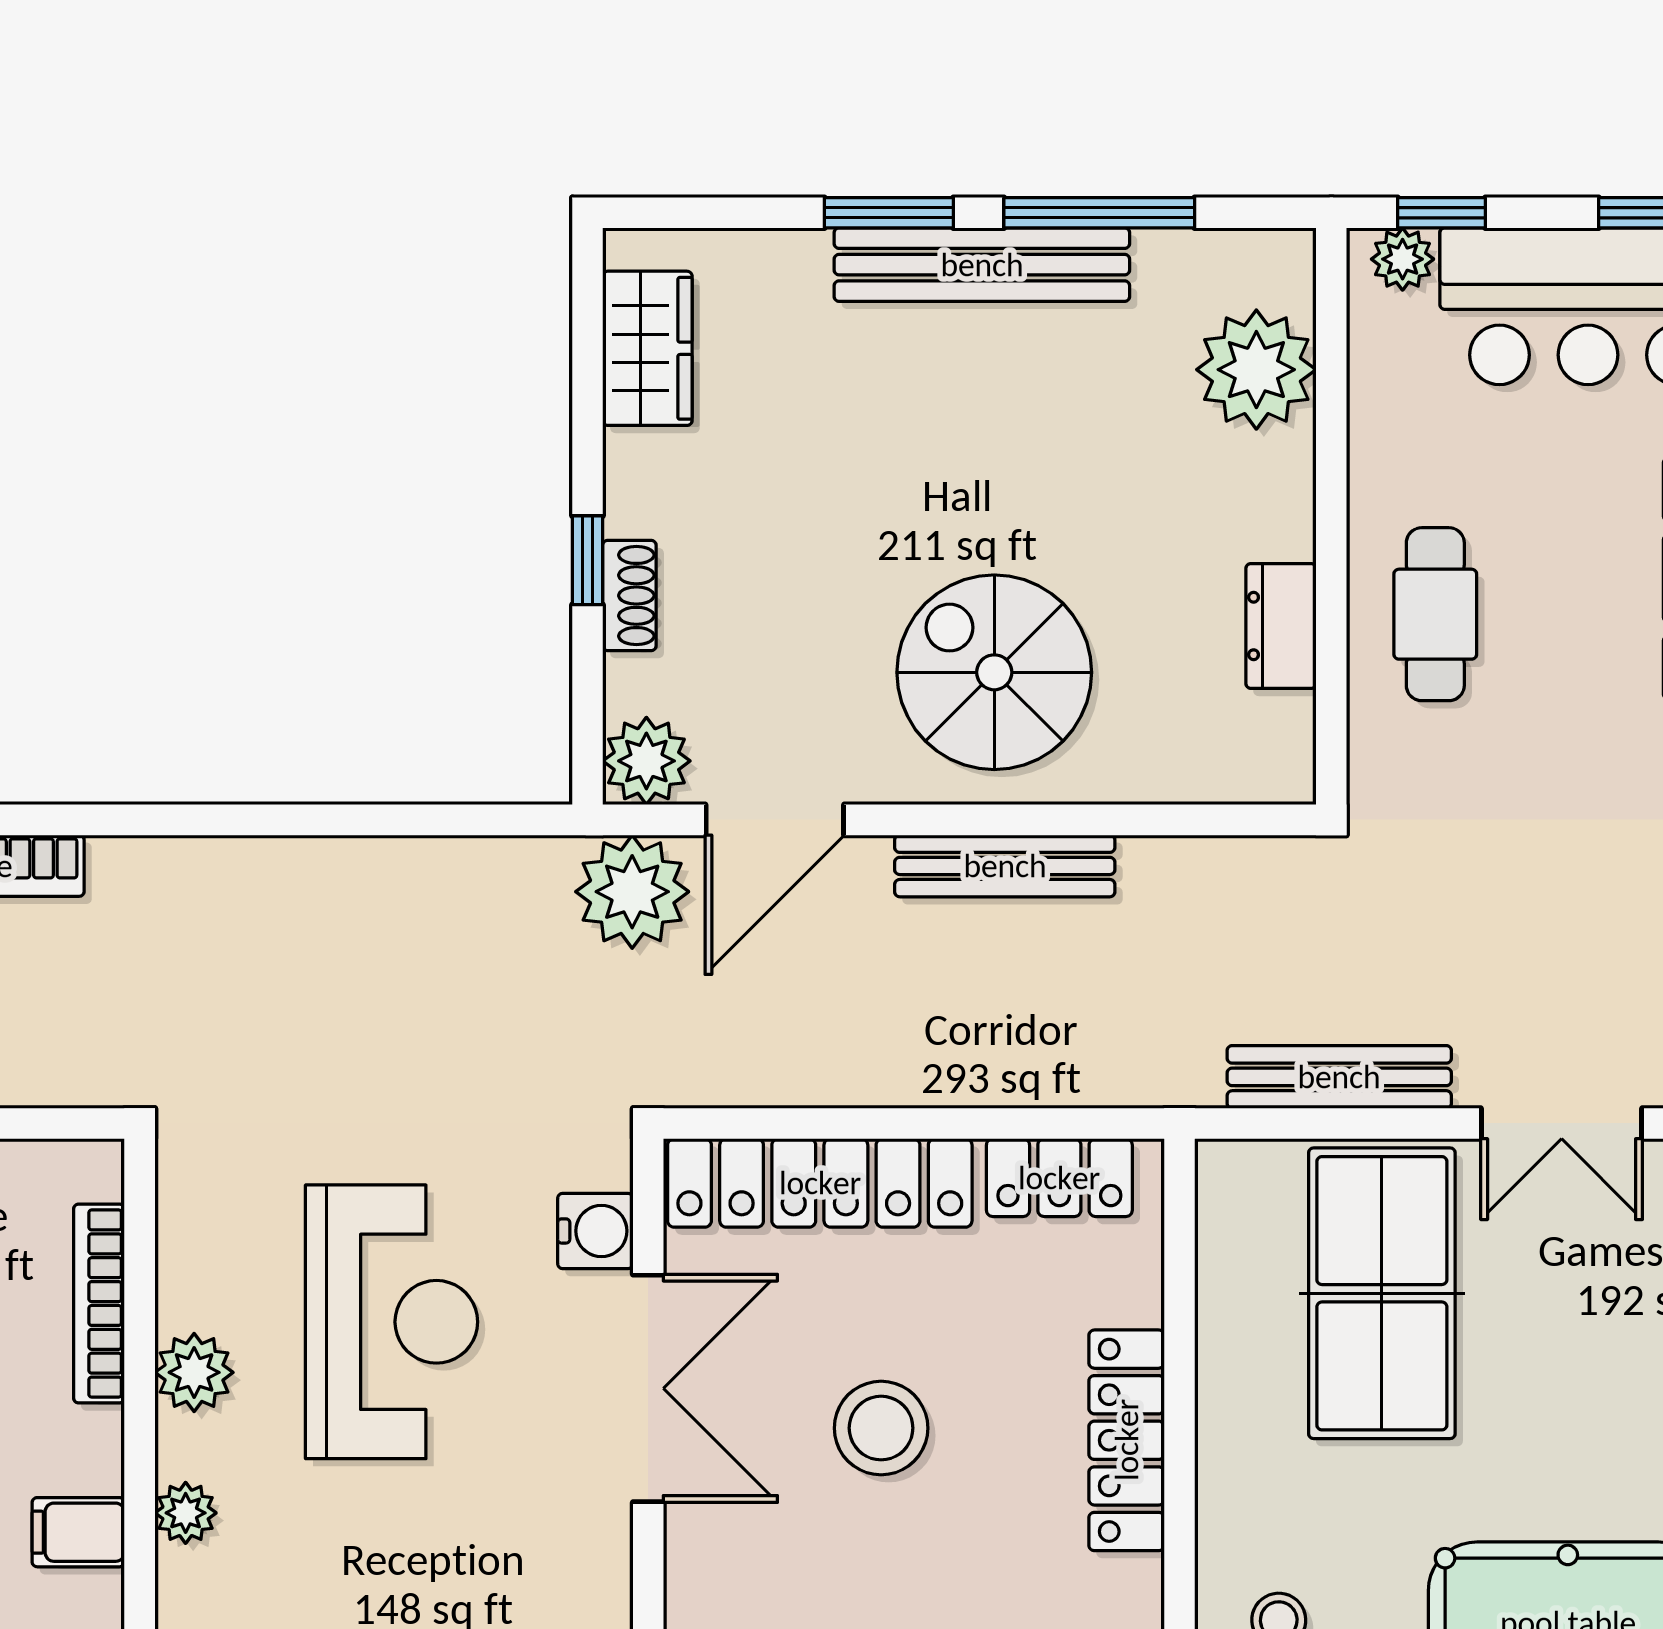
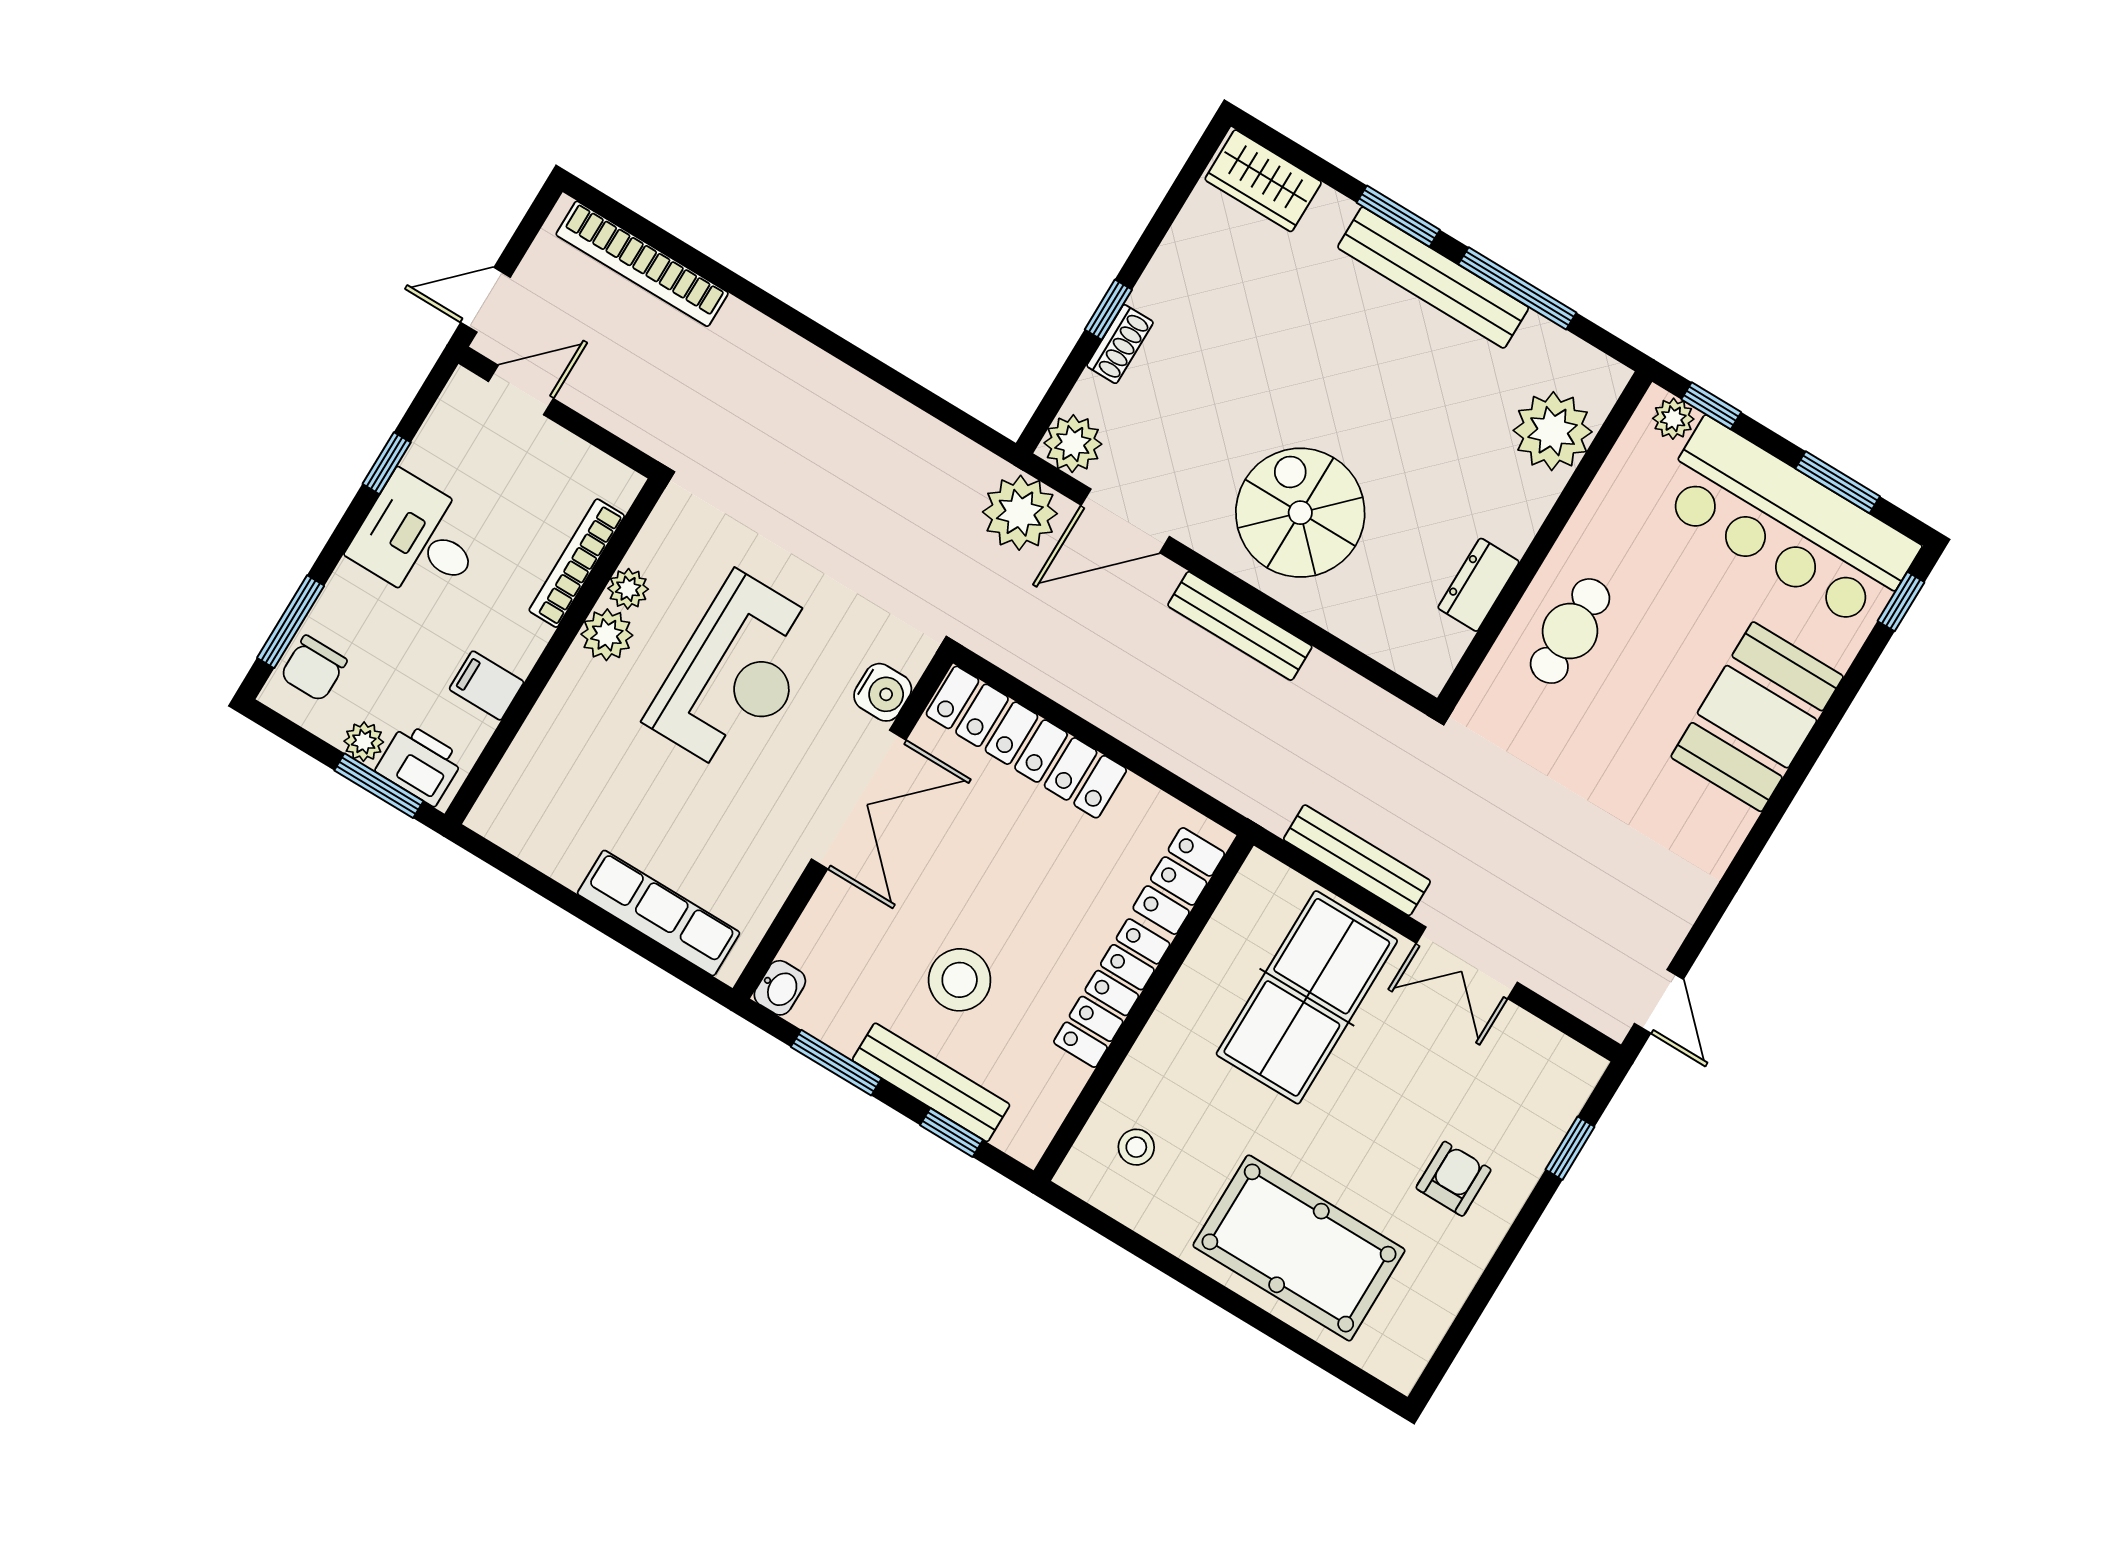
wardrobe: (647, 348) -> (1263, 181), moved, turned 90
locker: (1059, 1178) -> (1179, 881), moved, turned 90
stool: (881, 1428) -> (960, 980), moved
plant: (186, 1513) -> (628, 589), moved

